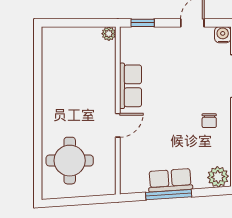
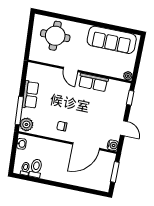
sofa: (58, 71) -> (112, 40), added
window: (169, 195) -> (19, 111), moved

